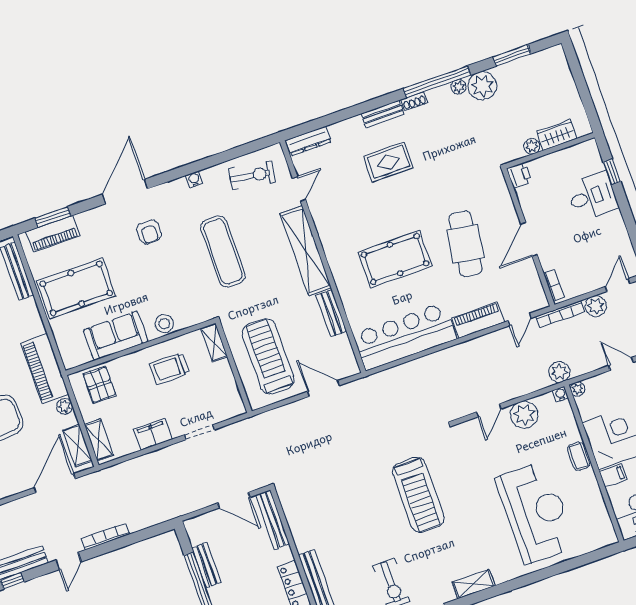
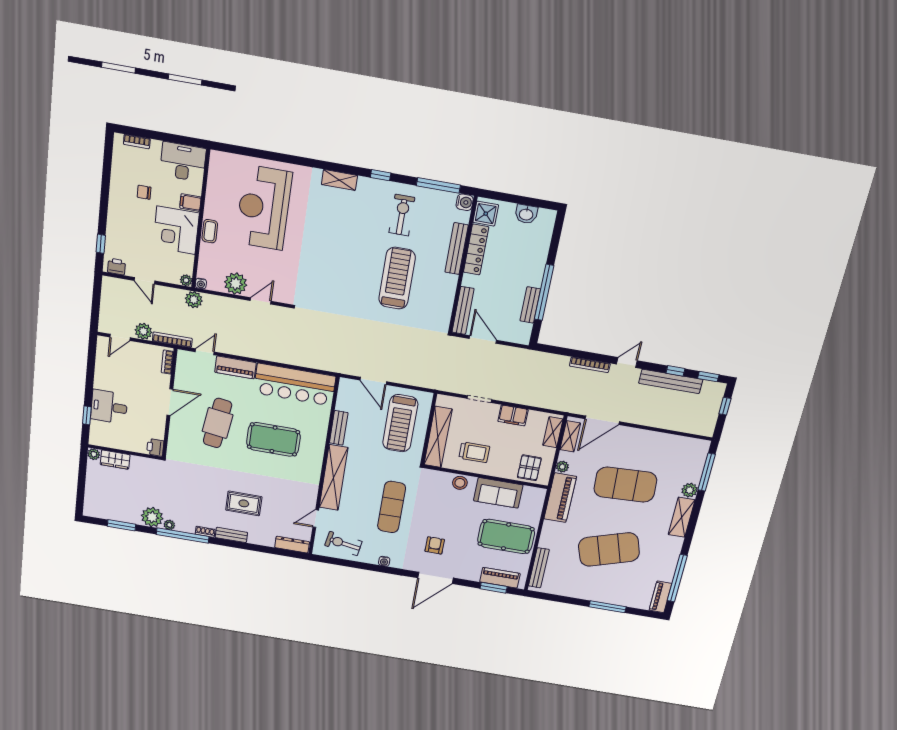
plant: (532, 146) -> (94, 454), moved
shelving: (214, 343) -> (438, 437), width x2.20, depth x1.33
treadmill: (418, 495) -> (397, 278), moved

